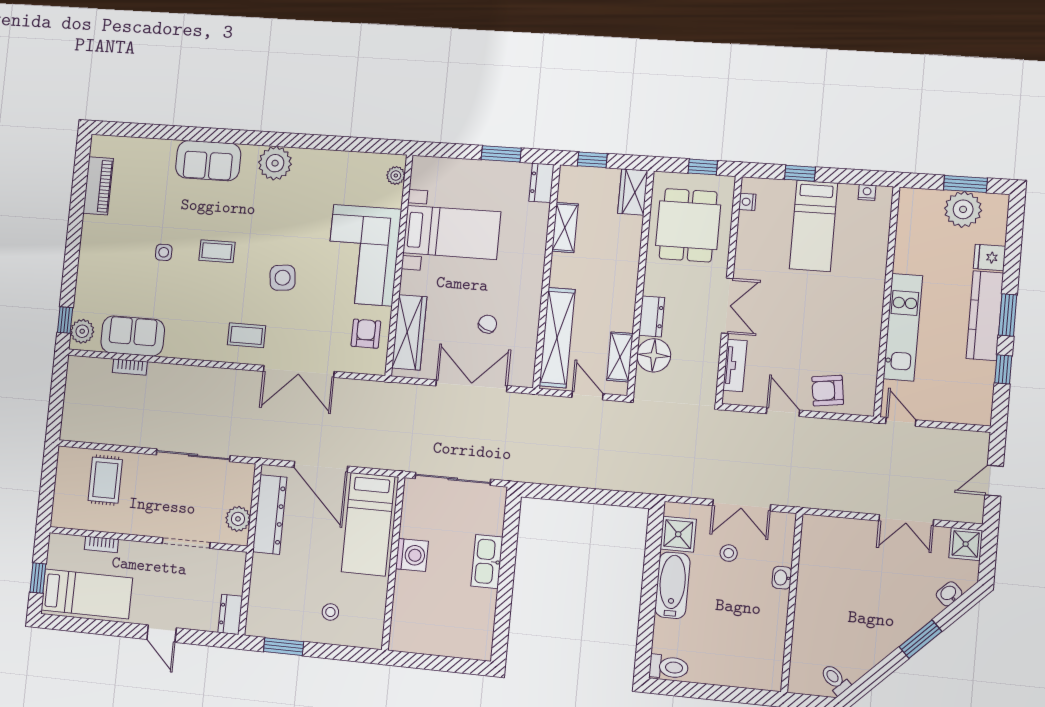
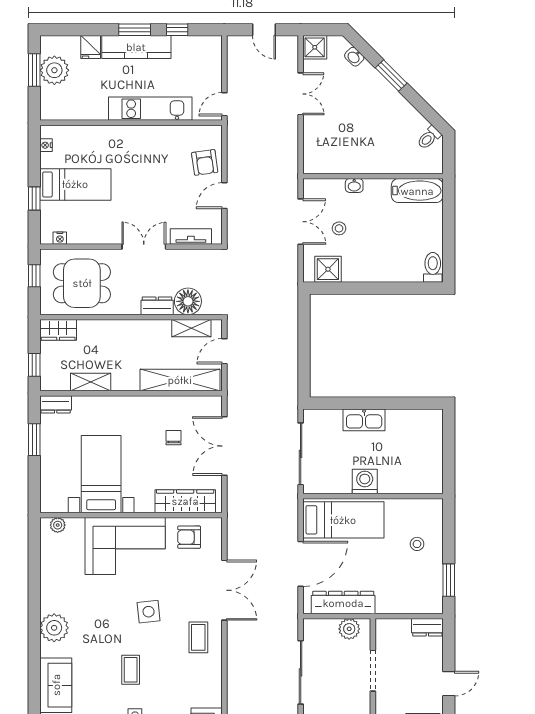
chair: (488, 324) -> (173, 438), turned 66
bathtub: (672, 585) -> (417, 191), moved, turned 180

